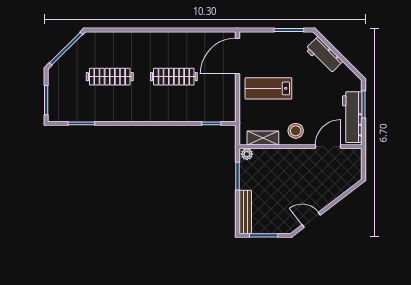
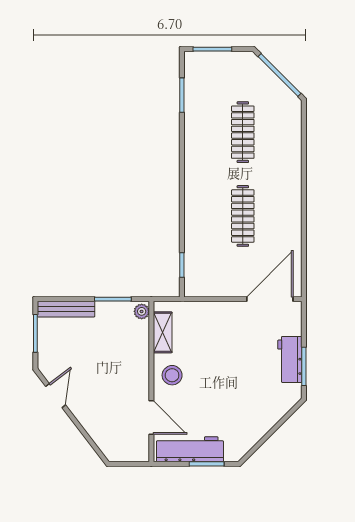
workbench: (324, 55) -> (290, 359), moved, turned -45
door: (237, 56) -> (270, 299), hinge flipped
lab bench: (268, 88) -> (228, 340), removed

